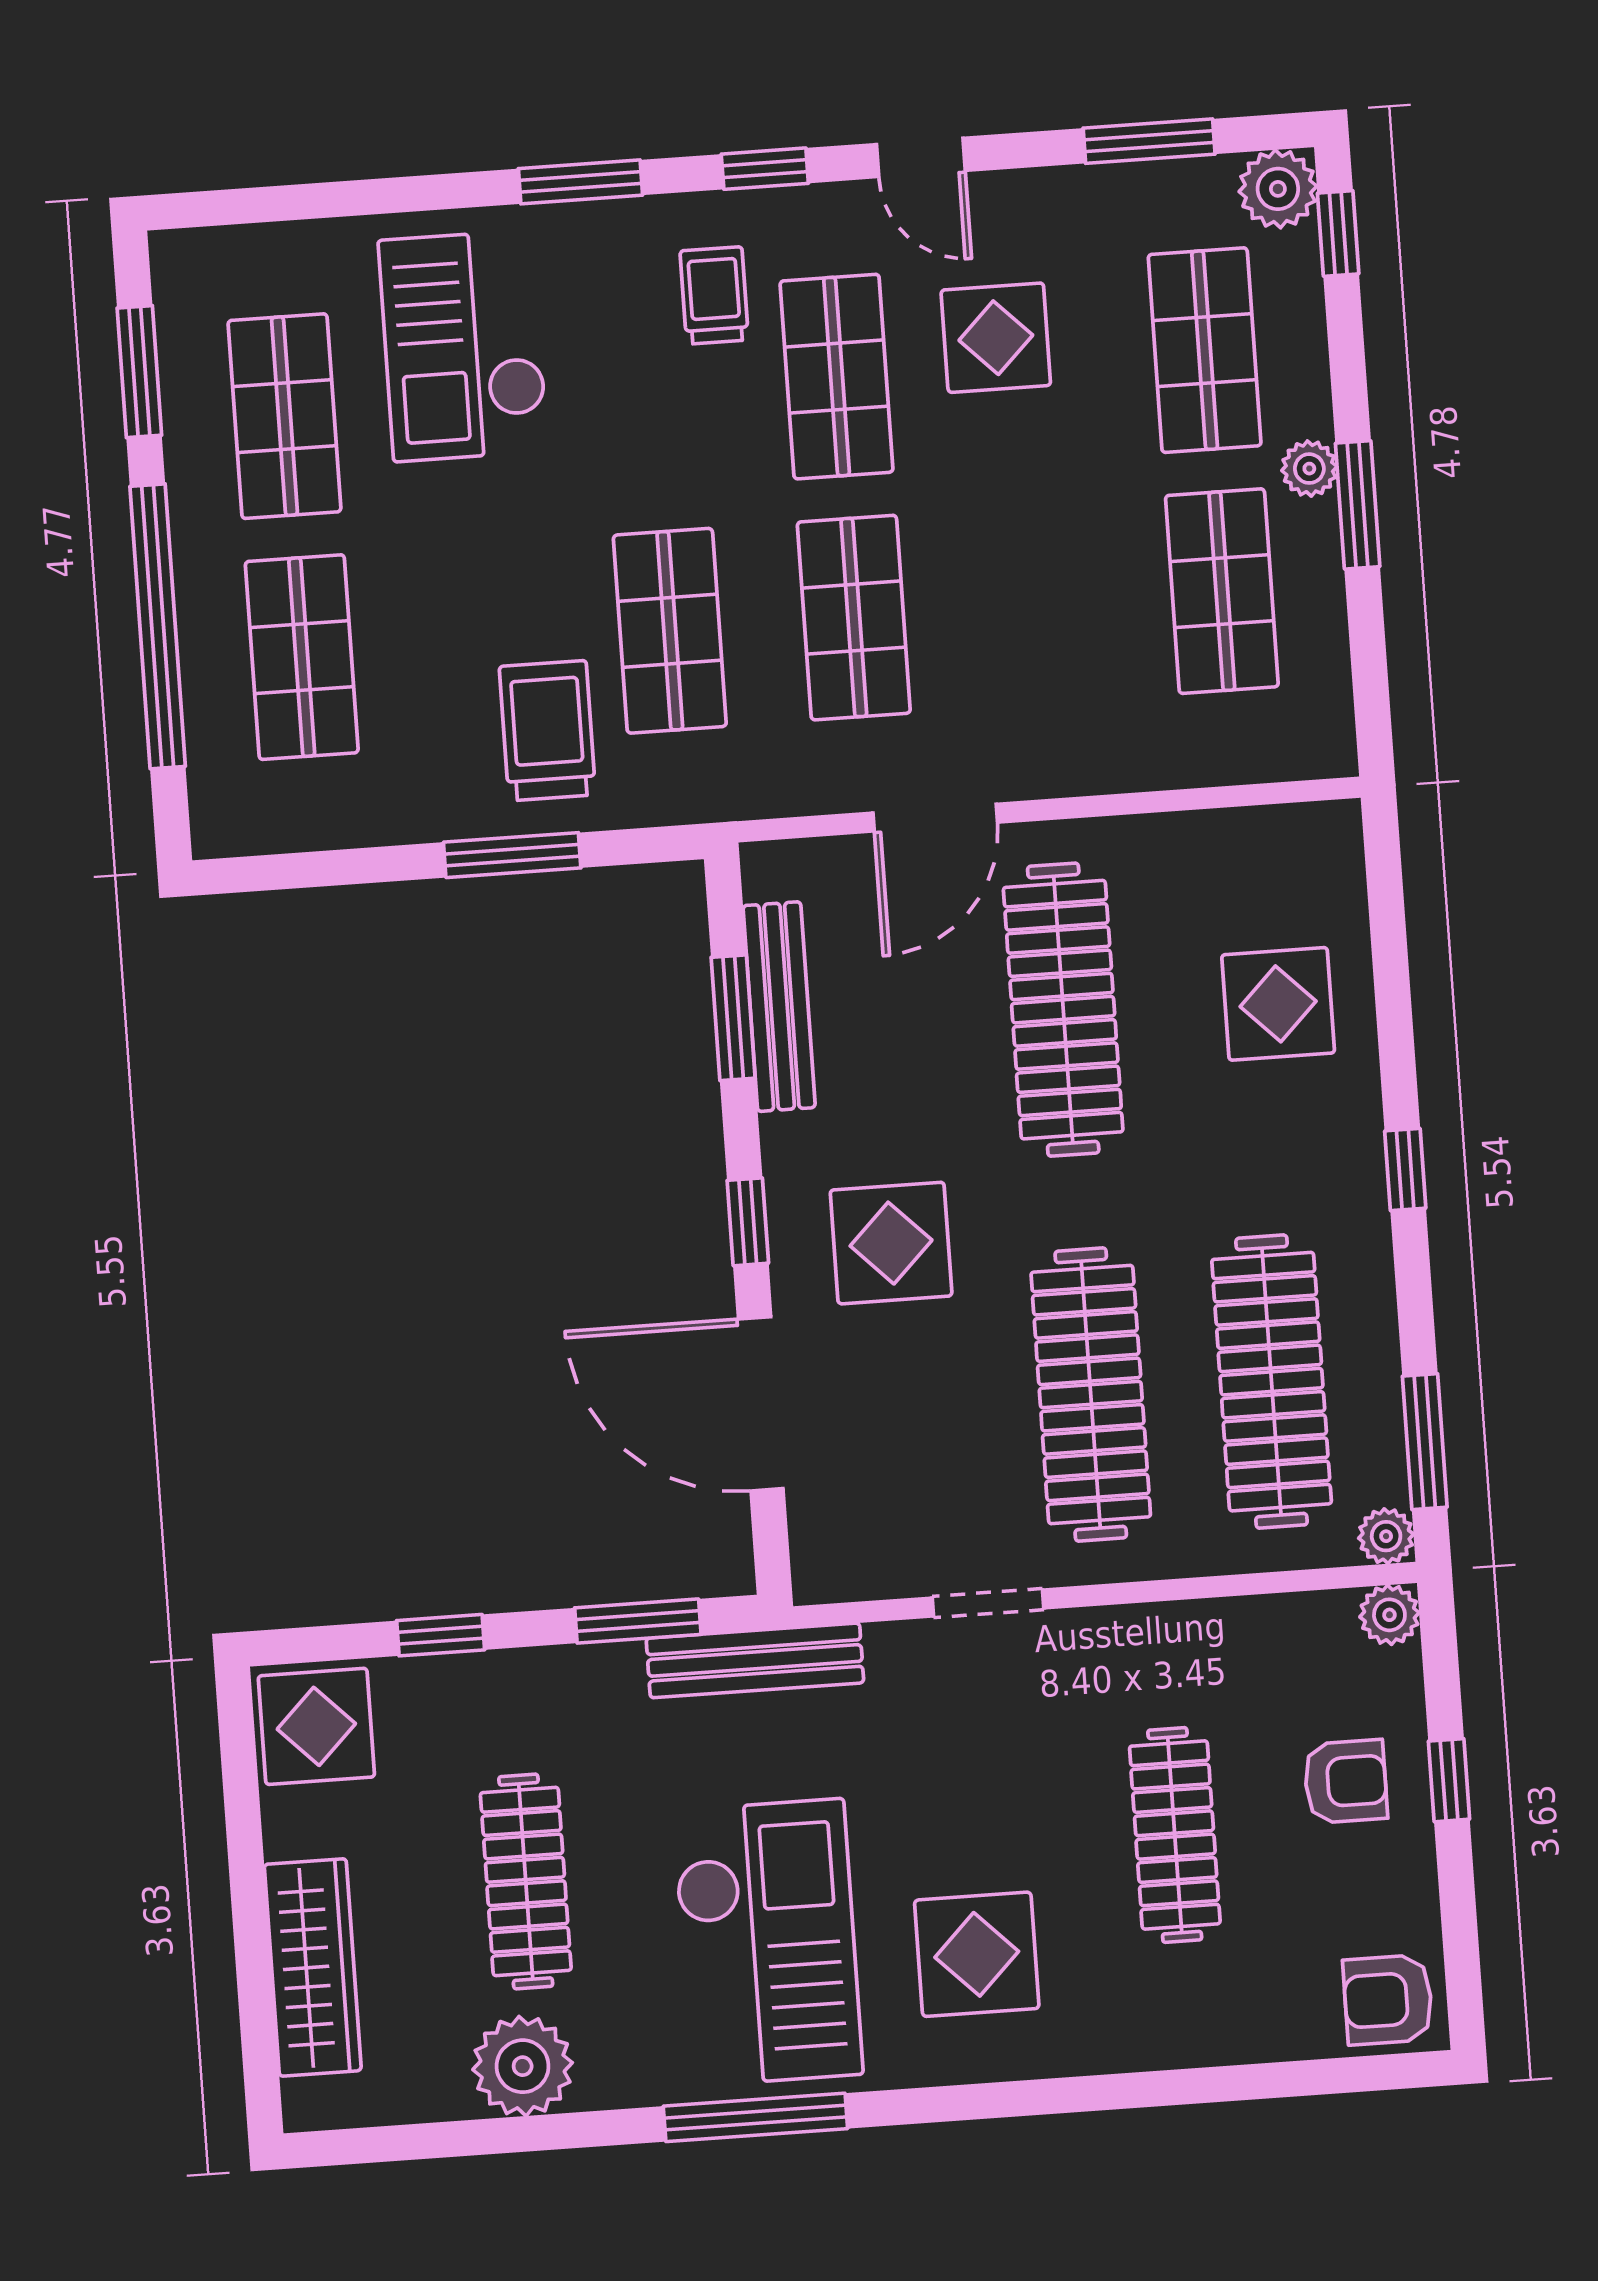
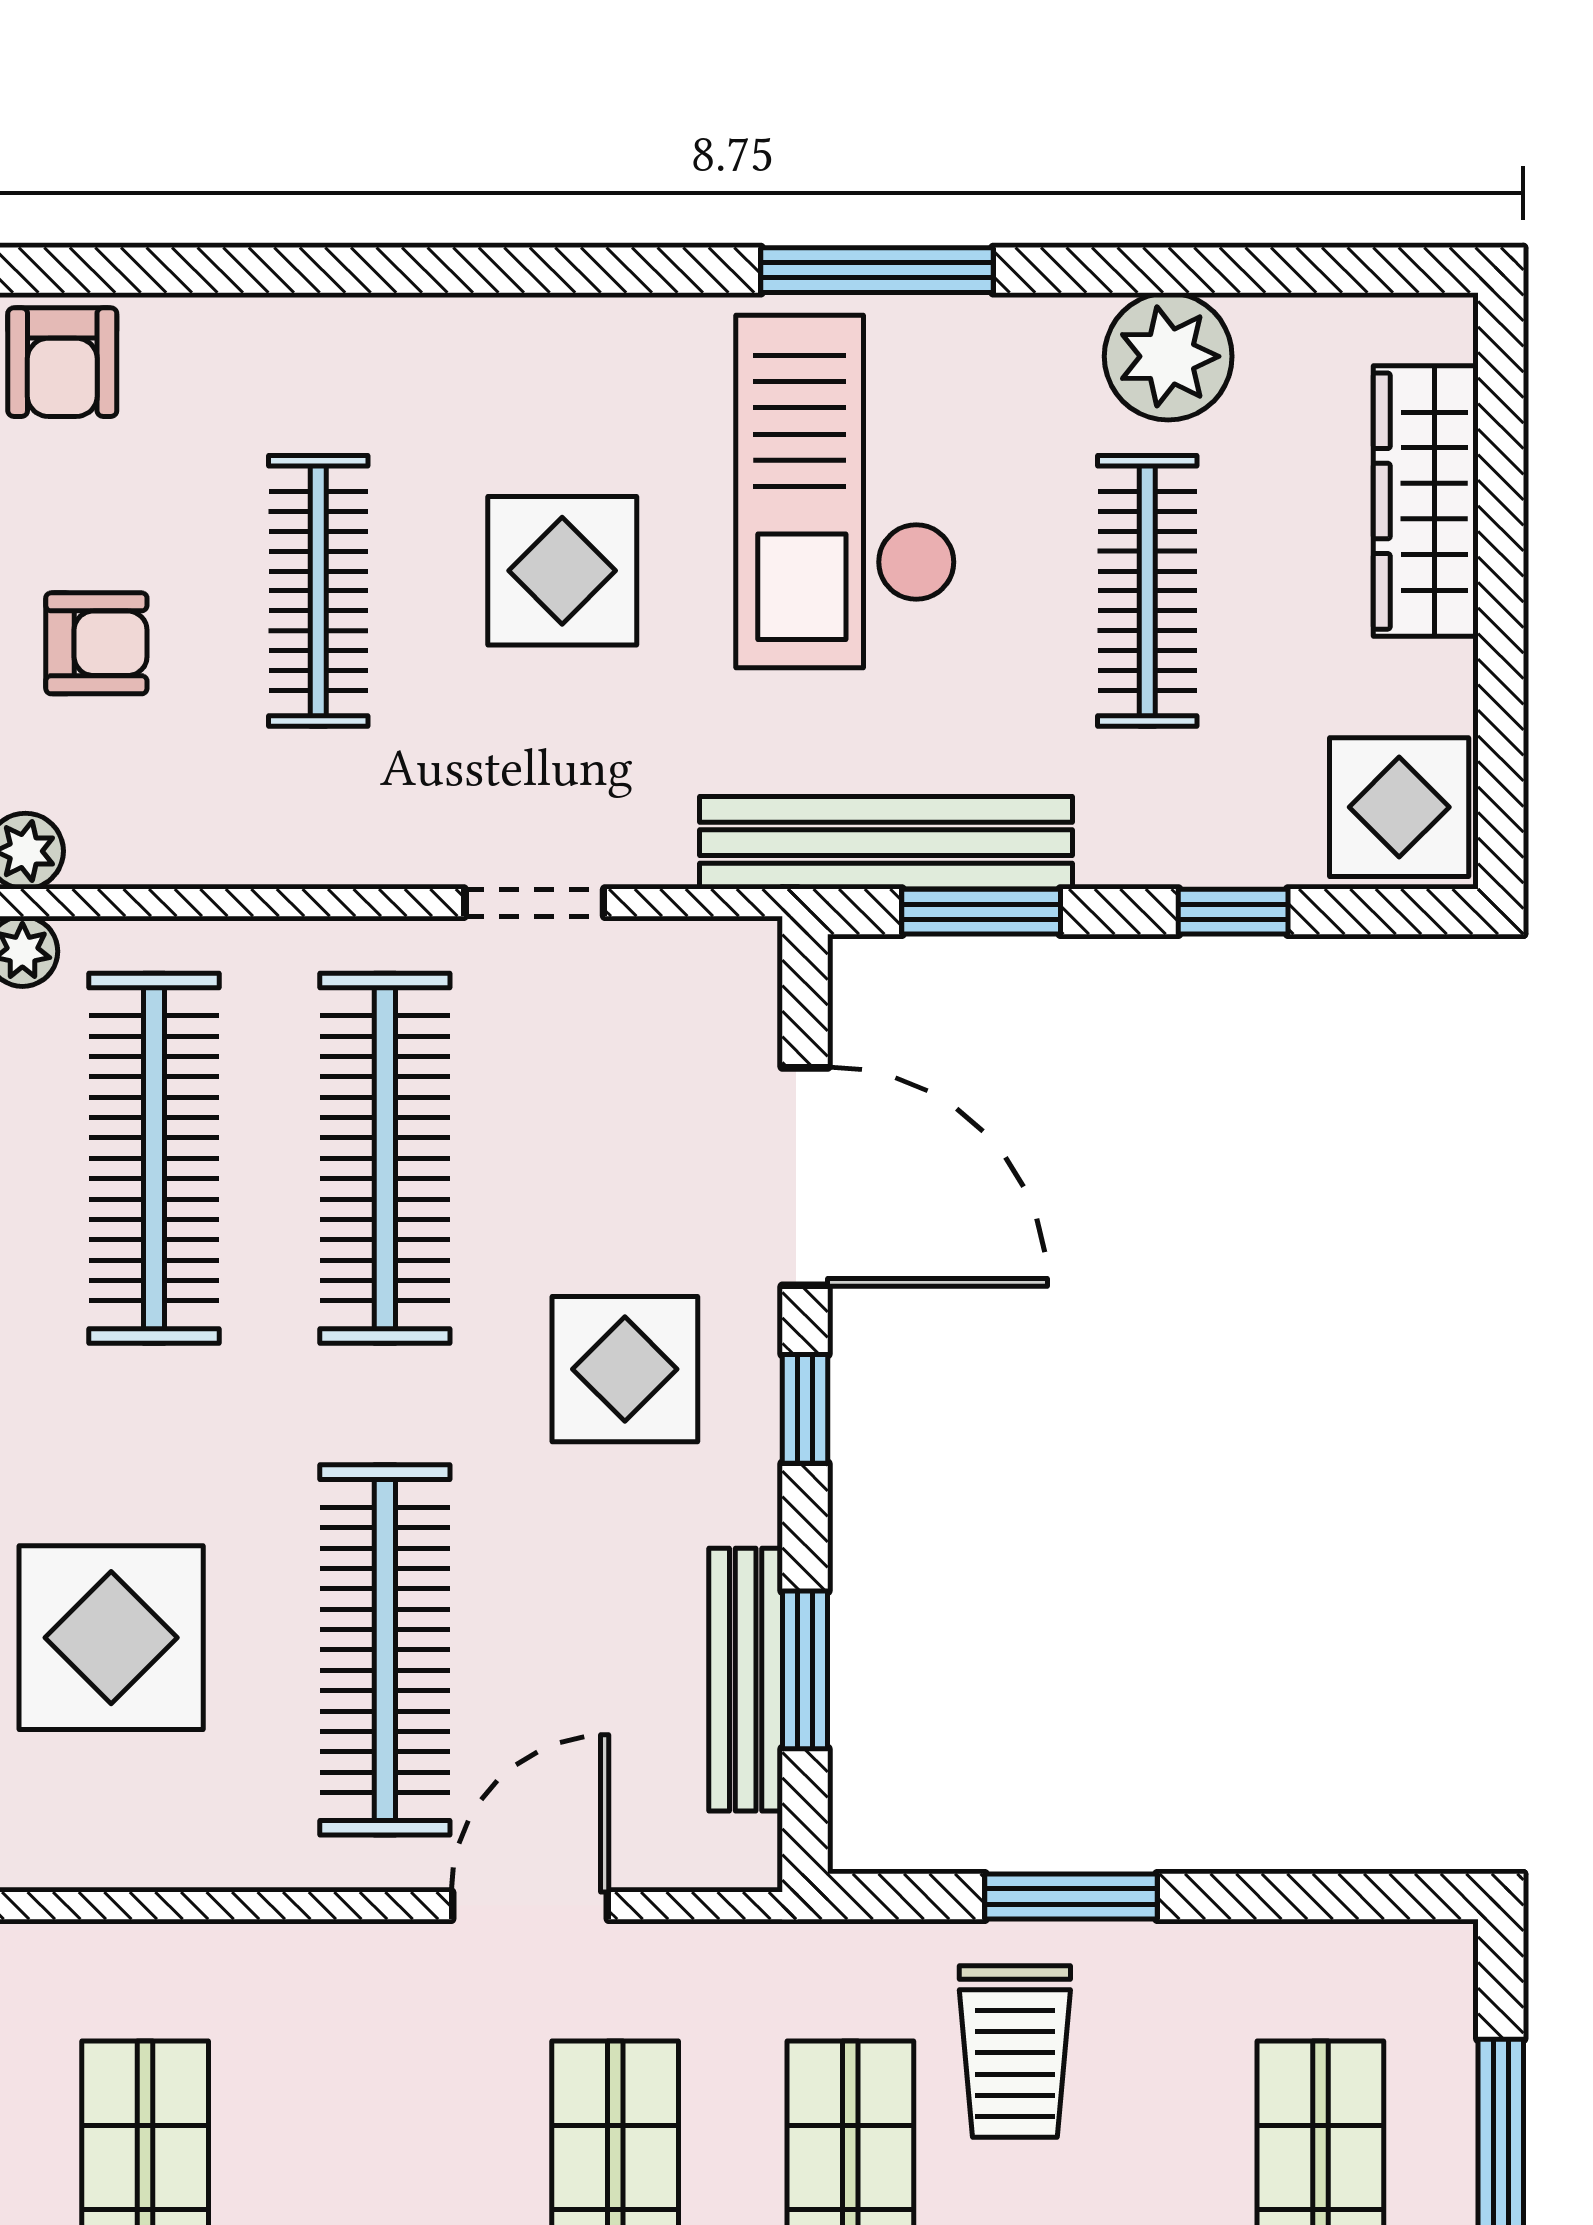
display table: (1278, 1004) -> (111, 1638), width x1.36, depth x1.36
bench: (755, 1660) -> (886, 843), width x1.37, depth x1.21
armchair: (1345, 1781) -> (96, 643), turned 180
display table: (977, 1954) -> (562, 571), moved
armchair: (1388, 2000) -> (62, 362), turned 90

